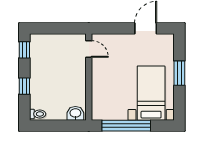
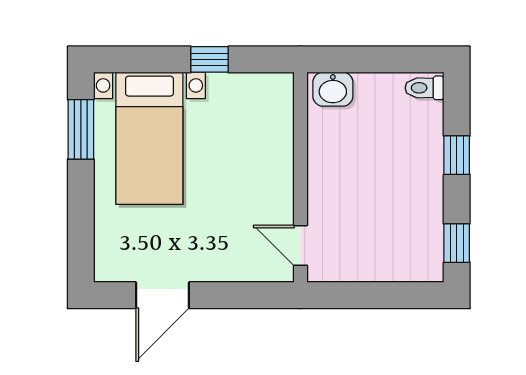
window: (179, 73) -> (81, 129), moved
window: (126, 126) -> (210, 59), width x0.32

